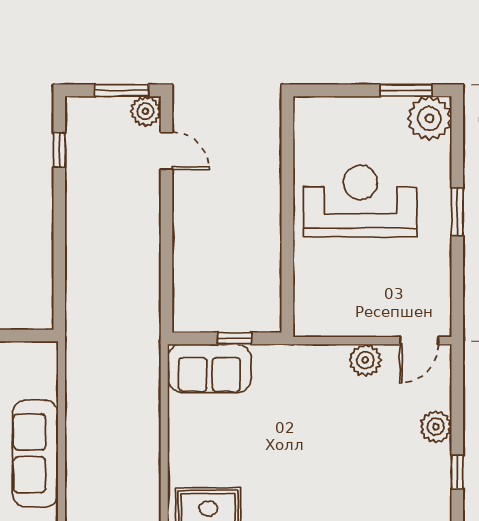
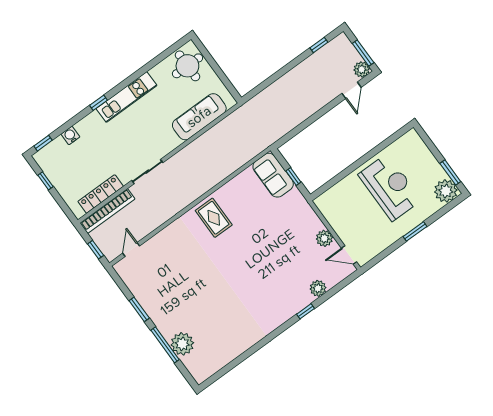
sofa: (35, 453) -> (199, 117), moved

